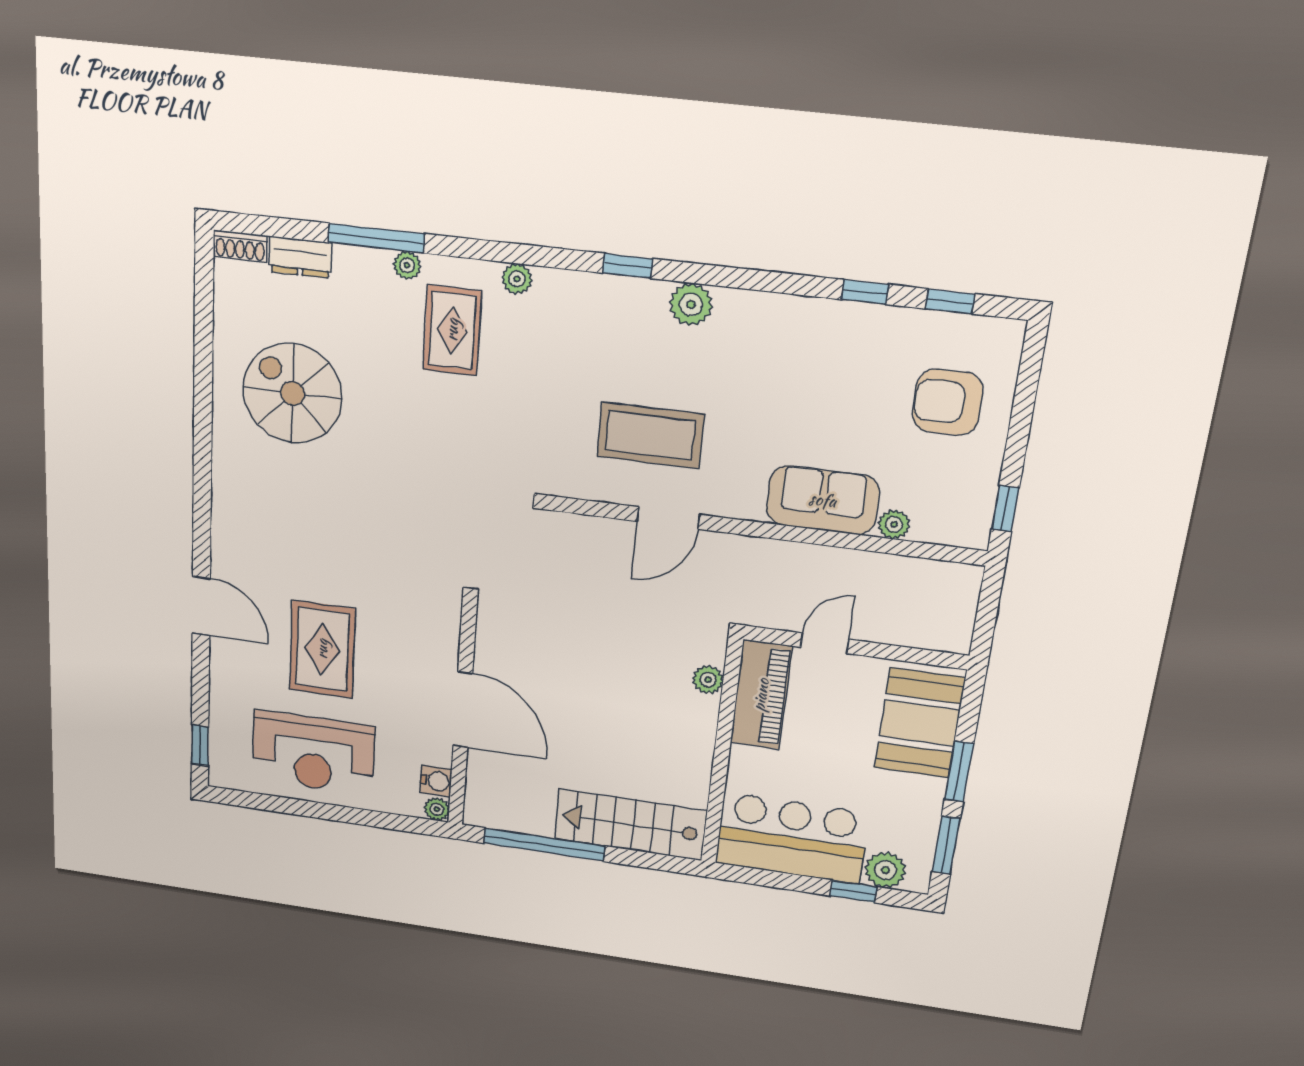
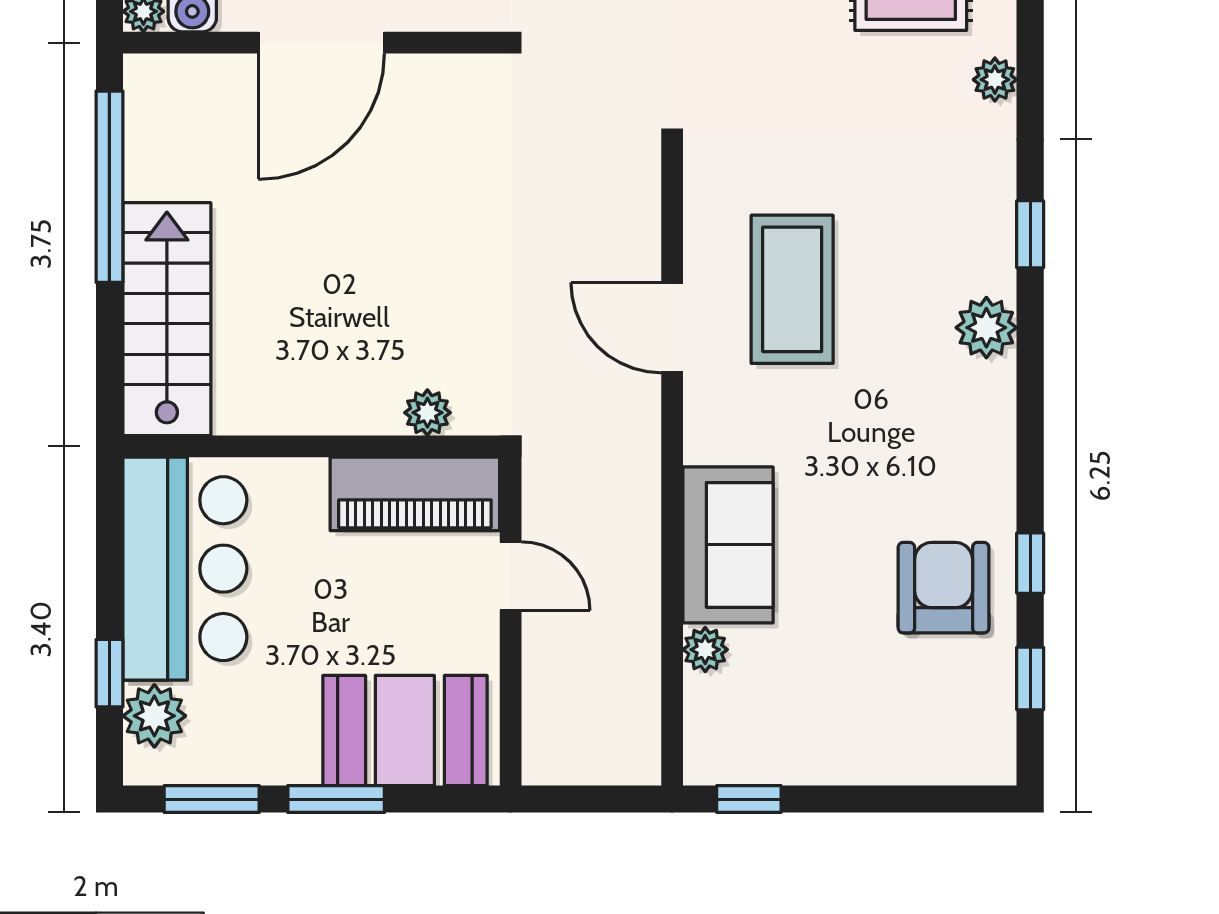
armchair: (947, 402) -> (944, 588), moved

